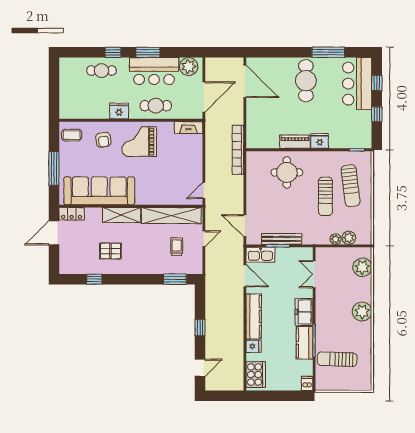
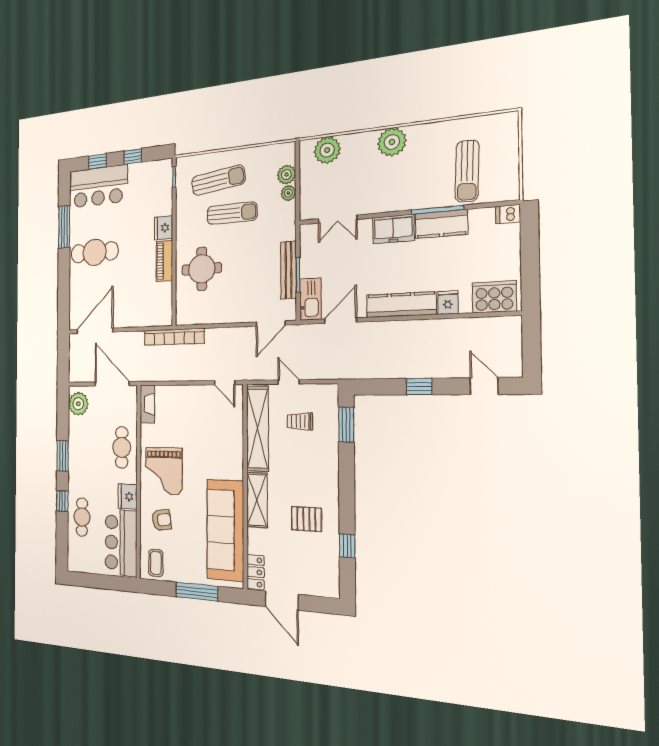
bar counter: (154, 71) -> (121, 543), moved, turned 180
pallet: (110, 251) -> (306, 519), turned 90

